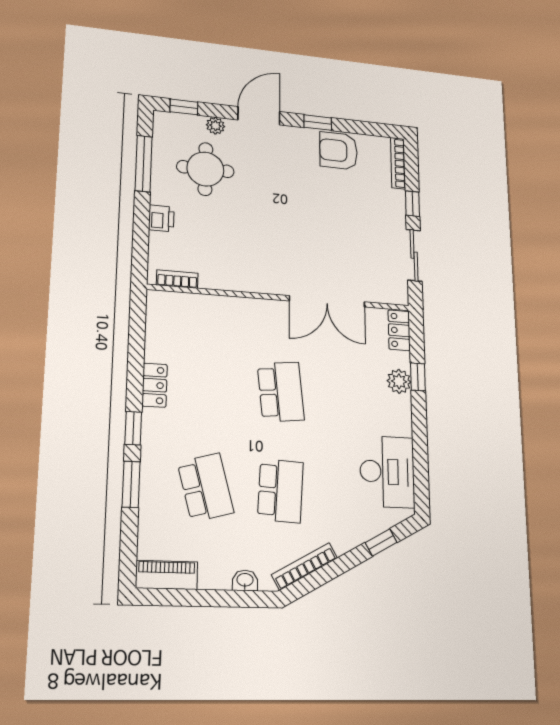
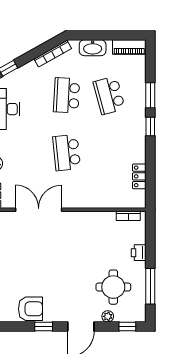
locker: (155, 385) -> (139, 176), moved
washbasin: (245, 580) -> (93, 48), width x1.91, depth x1.45

